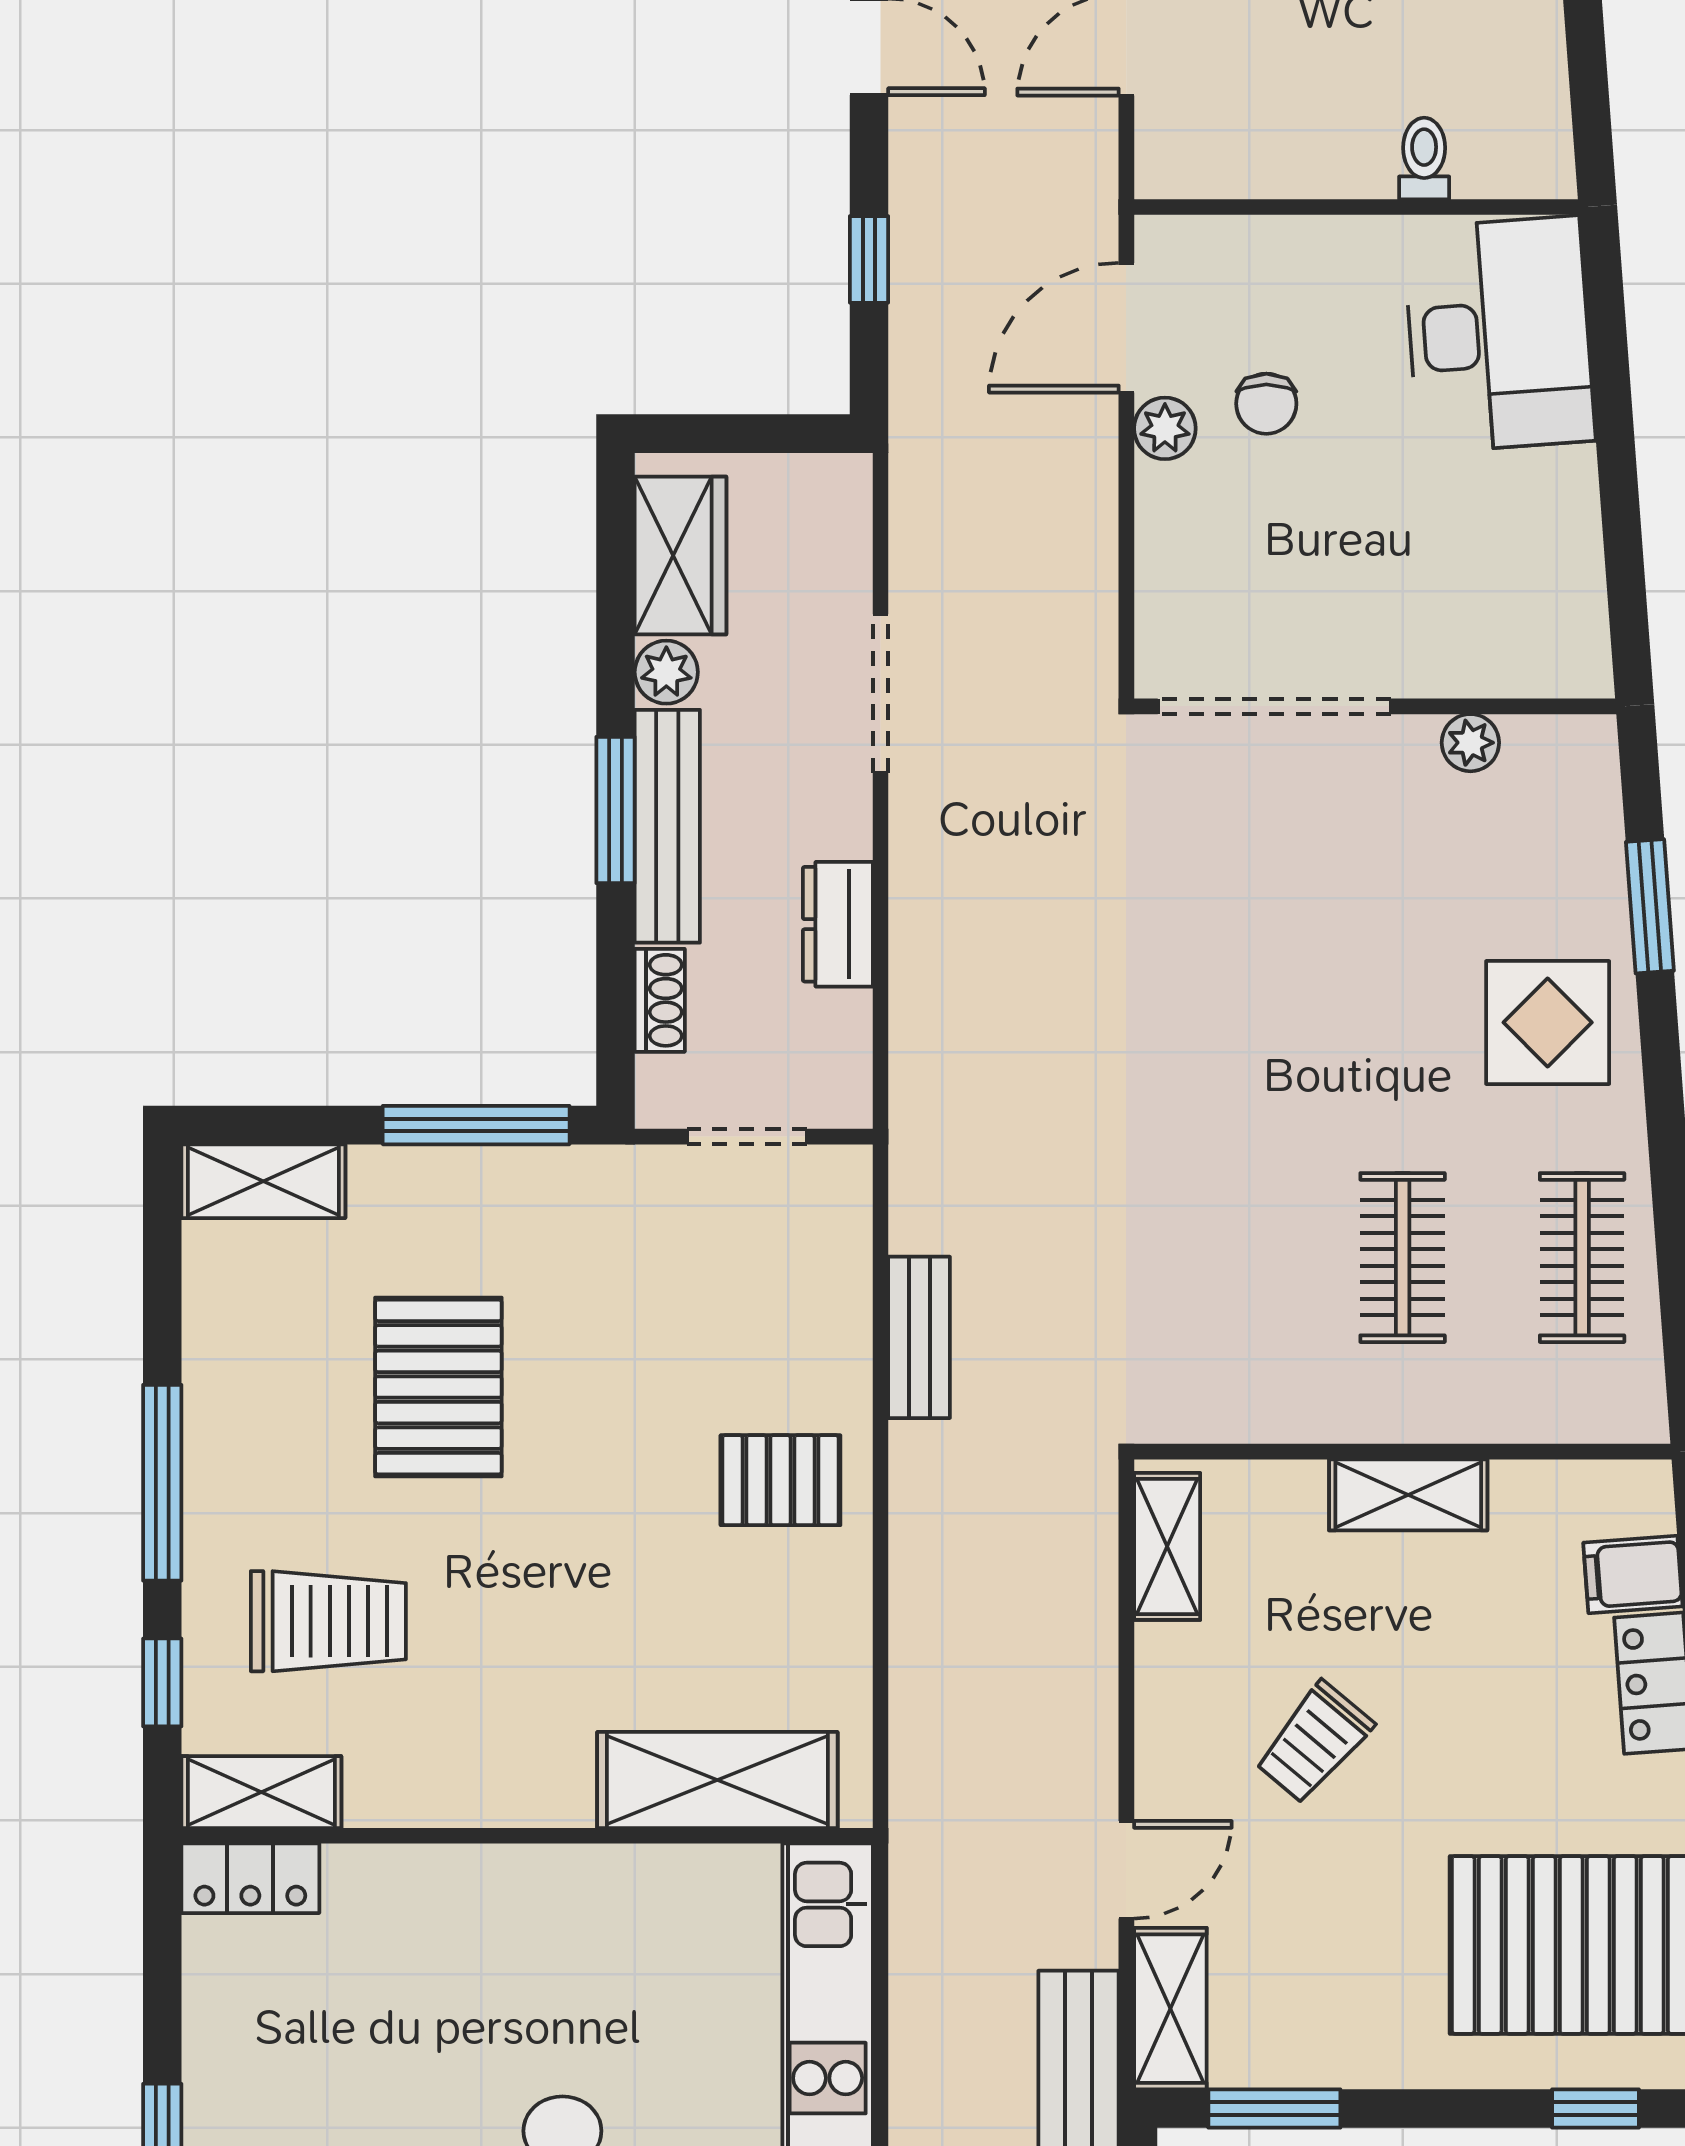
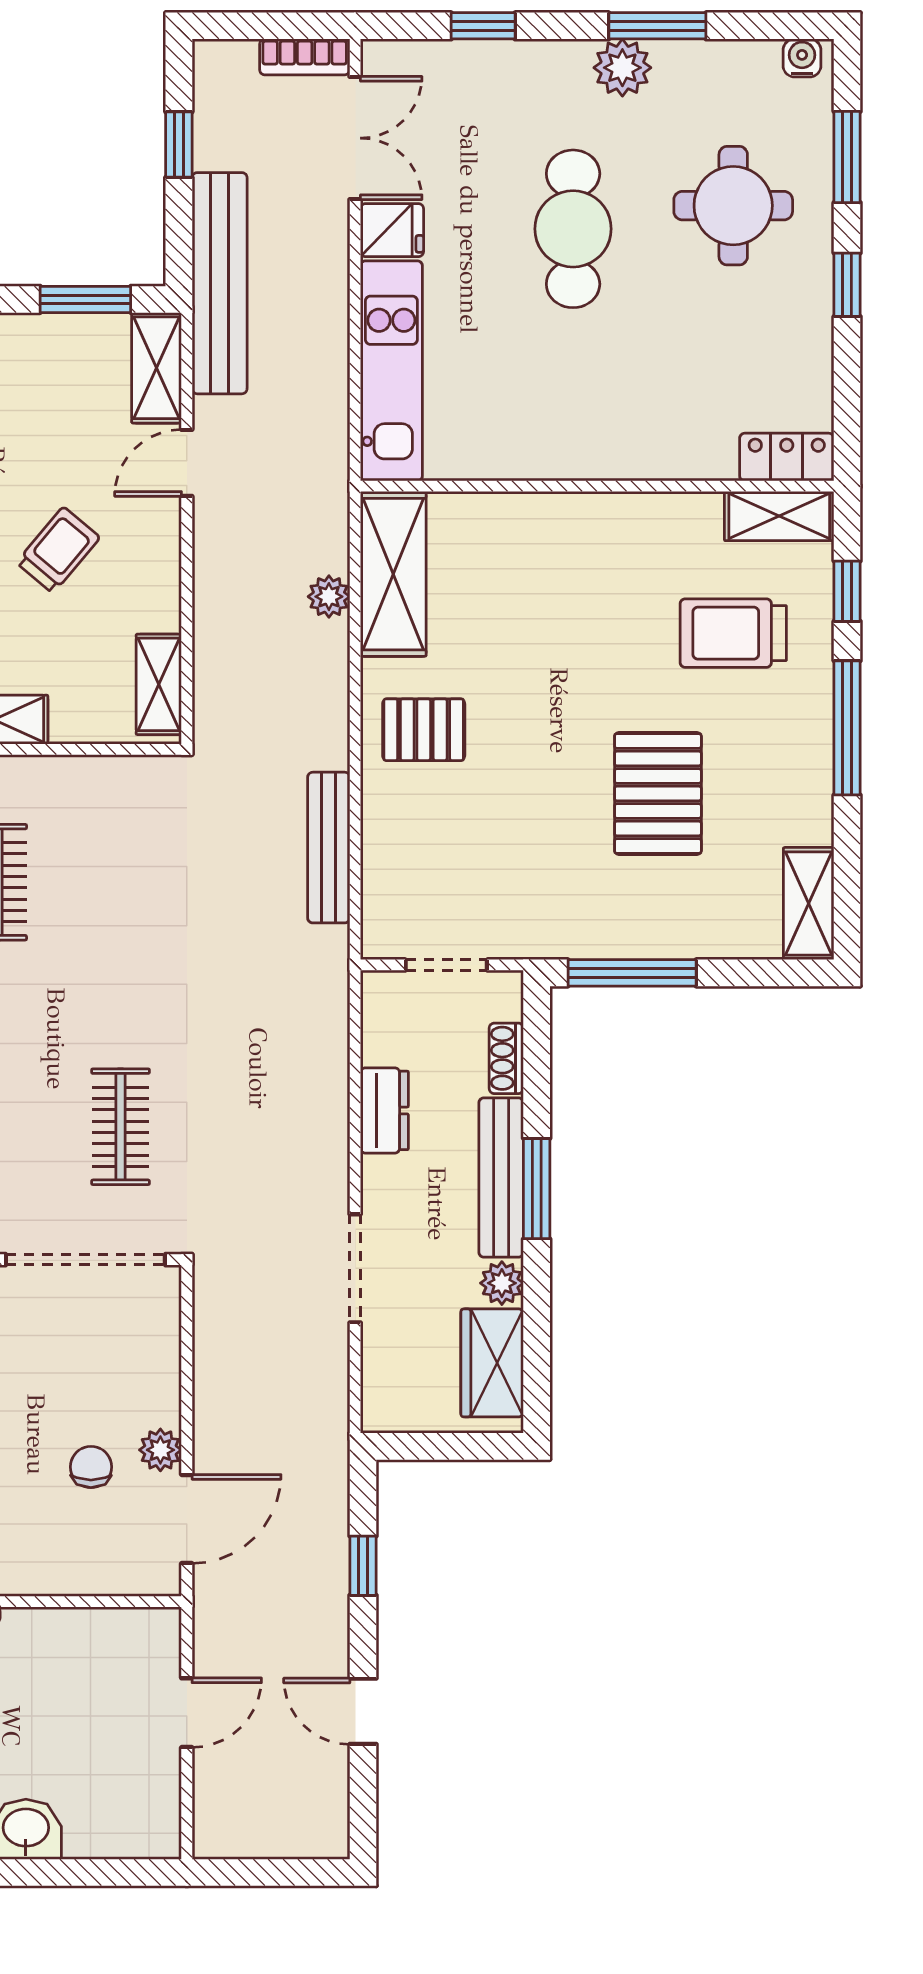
clothes rail: (1223, 900) -> (121, 1127), added
shelving: (263, 1181) -> (809, 904), moved, turned 90
bench: (919, 1337) -> (329, 848), width x1.36
plant: (919, 1675) -> (329, 597), added
shelving: (717, 1780) -> (393, 574), moved, turned 90

